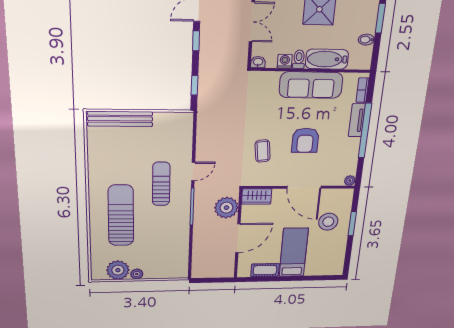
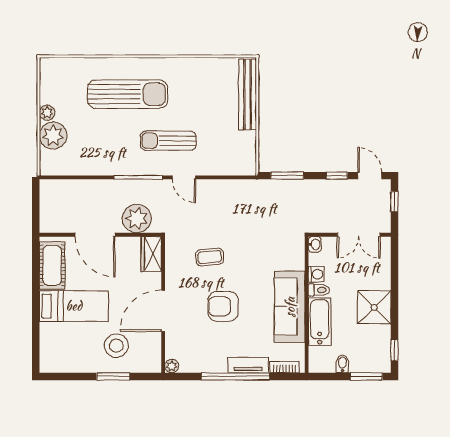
window: (195, 85) -> (287, 176), width x1.50
sun lounger: (161, 184) -> (168, 141), turned 180
plant: (118, 270) -> (53, 135), moved
cot: (265, 270) -> (52, 265), width x1.37, depth x1.34

